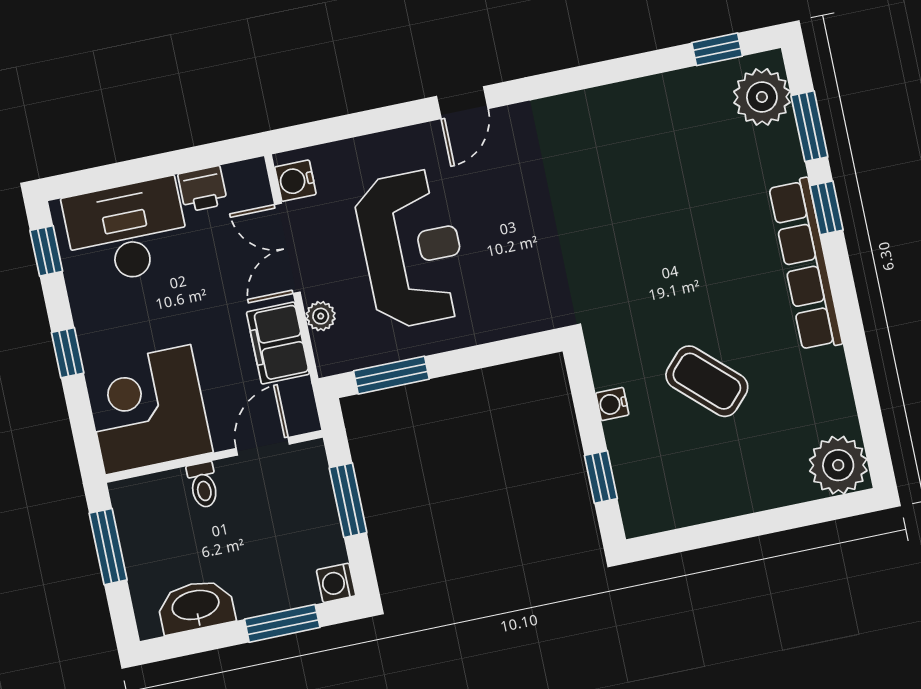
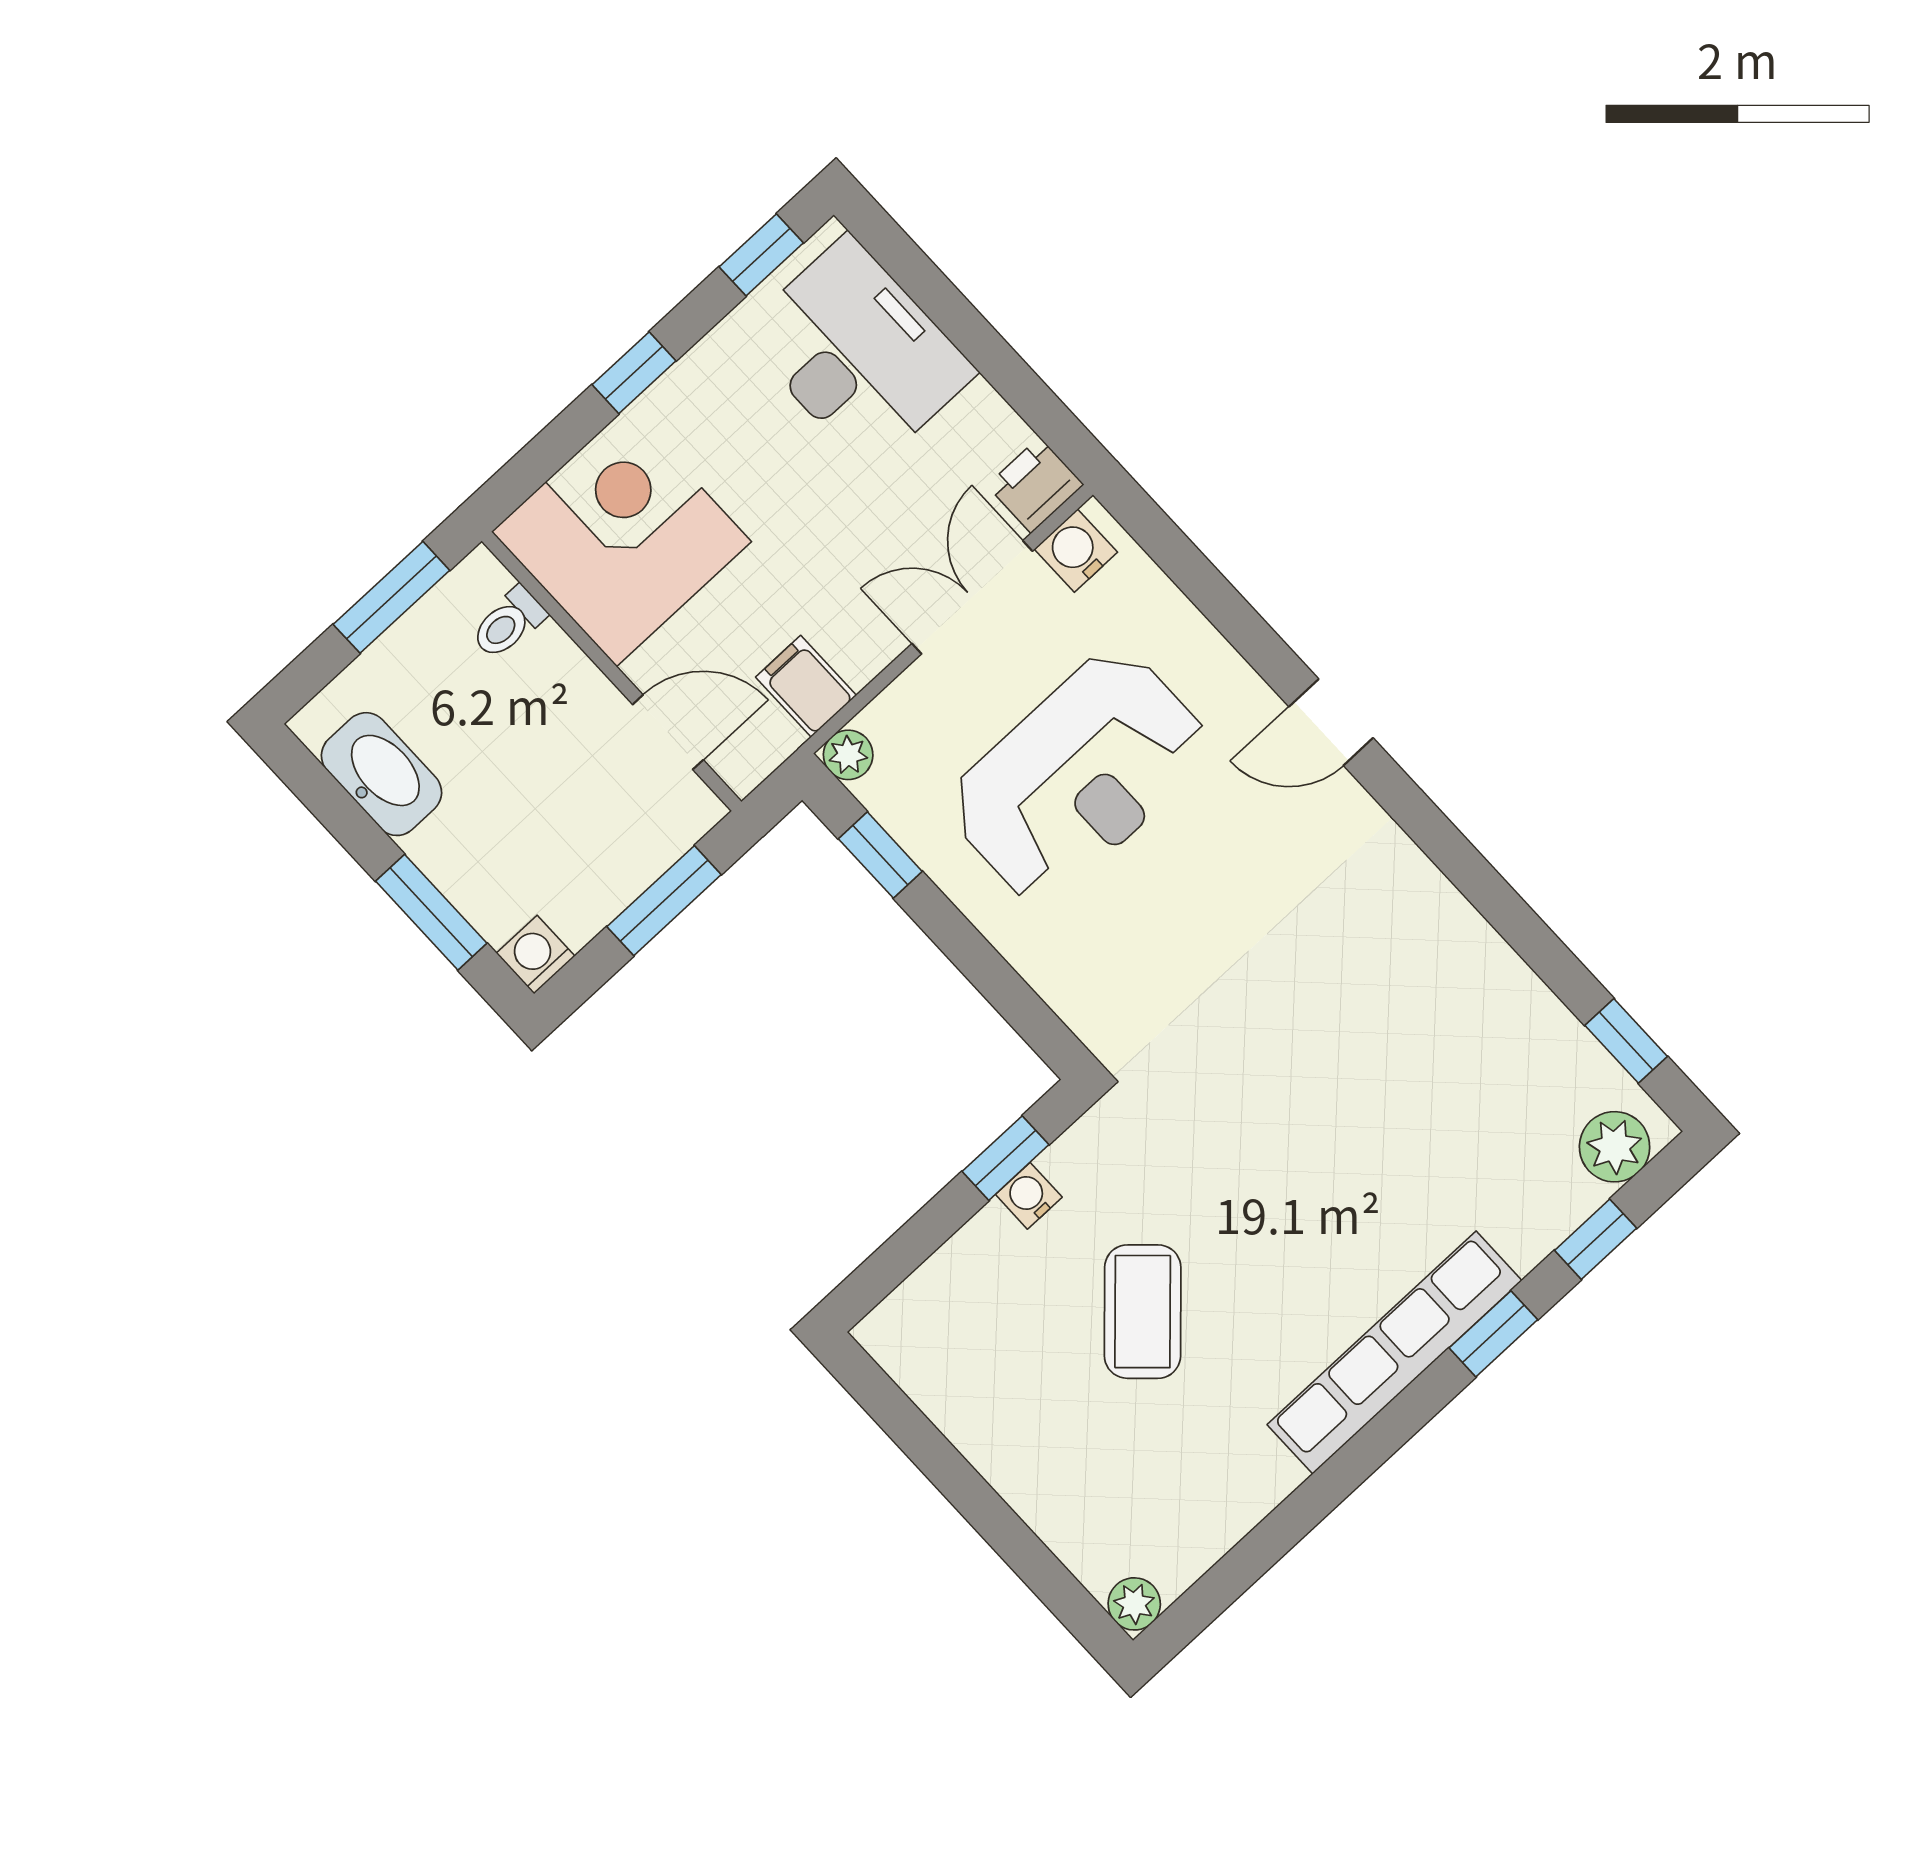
plant: (762, 97) -> (1615, 1147), width x0.73, depth x0.73
window: (809, 126) -> (1596, 1239), width x0.67
printer: (203, 189) -> (1035, 485), moved, turned 90
plant: (321, 316) -> (848, 755), moved
filing cabinet: (278, 343) -> (806, 686), width x0.50
window: (391, 375) -> (880, 855), width x0.67
plant: (838, 465) -> (1134, 1604), width x0.53, depth x0.53
window: (601, 477) -> (1006, 1158), moved
toilet: (203, 485) -> (508, 623), moved

